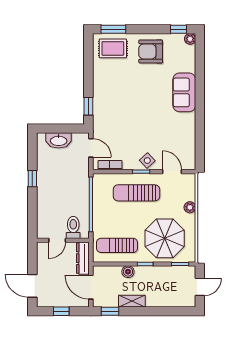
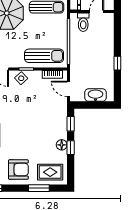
window: (113, 29) -> (39, 188), moved
window: (88, 78) -> (71, 148), added
floor lamp: (99, 81) -> (62, 145), added
sun lounger: (136, 193) -> (44, 56), moved

